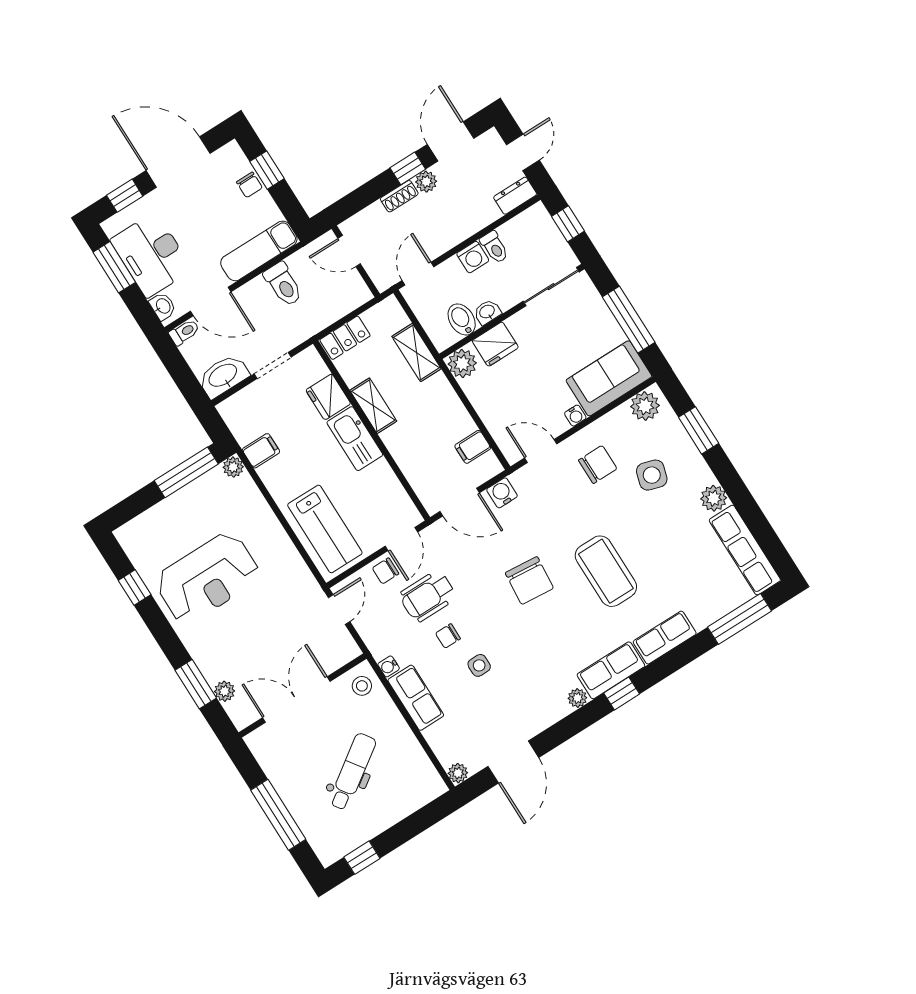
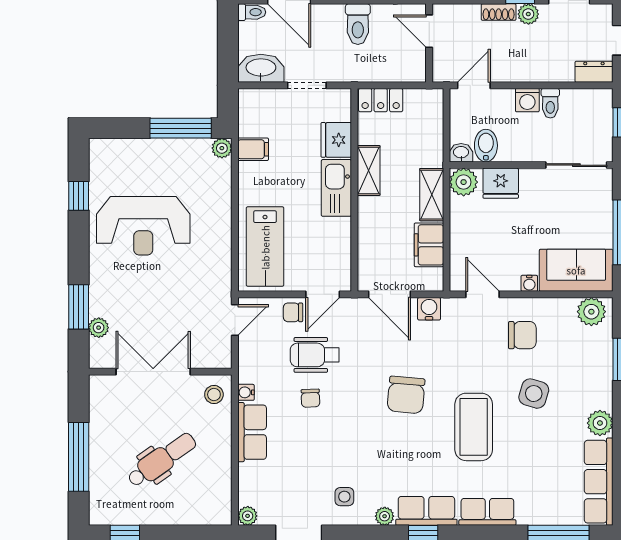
washbasin: (487, 312) -> (461, 153), moved
shelving: (417, 353) -> (432, 195), moved
filing cabinet: (473, 447) -> (429, 245), width x2.00
side table: (652, 475) -> (534, 394), moved
chair: (448, 636) -> (310, 398), turned -92
side table: (479, 665) -> (344, 497), moved

